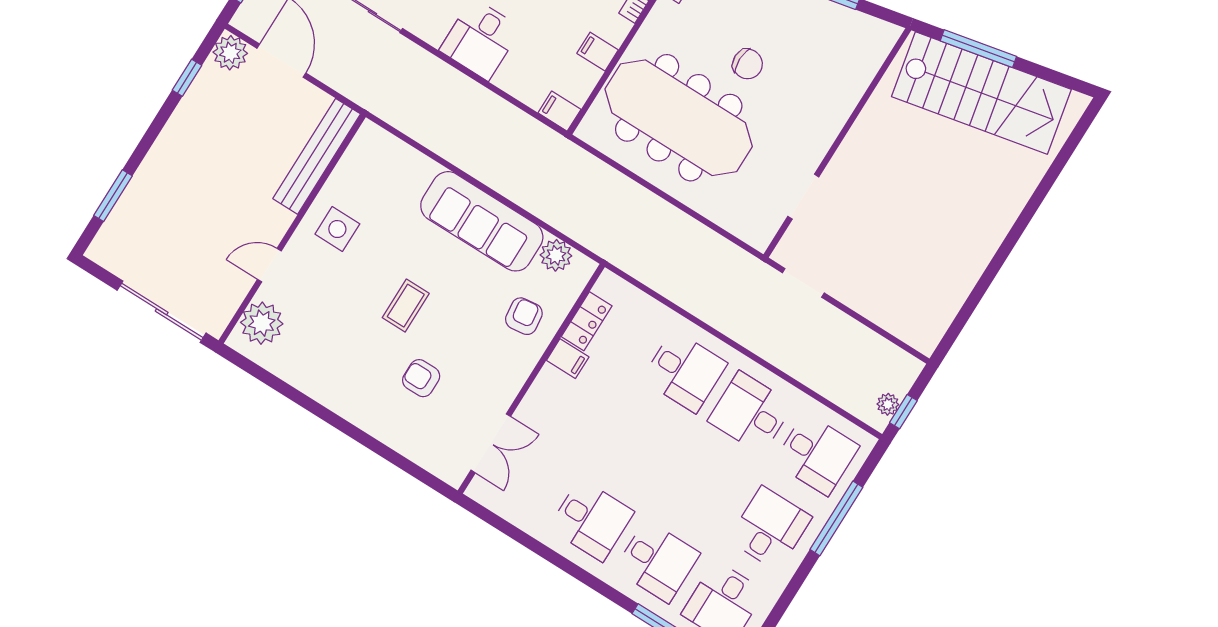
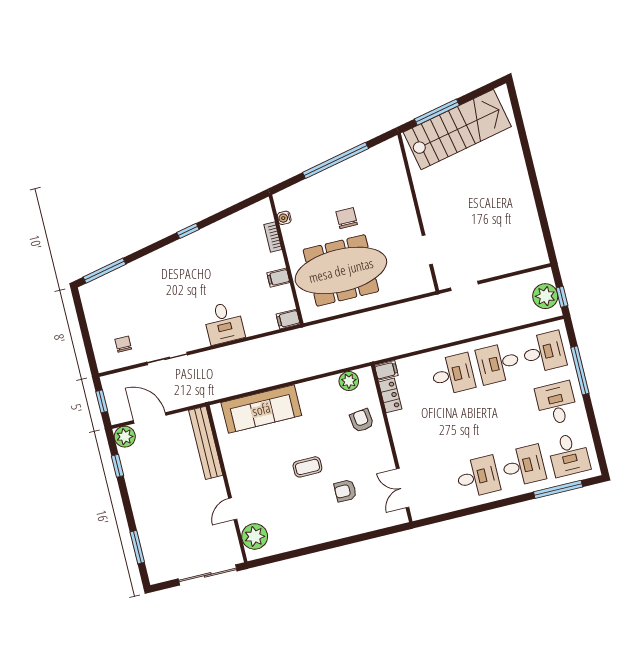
chair: (748, 64) -> (347, 218), turned -90
sofa: (482, 221) -> (261, 409), moved
side table: (337, 229) -> (246, 464), removed
coffee table: (406, 306) -> (307, 467), turned 90
filing cabinet: (568, 359) -> (386, 370), moved
plant: (888, 404) -> (545, 296), width x1.88, depth x1.88
double door: (491, 443) -> (403, 488), swing flipped

